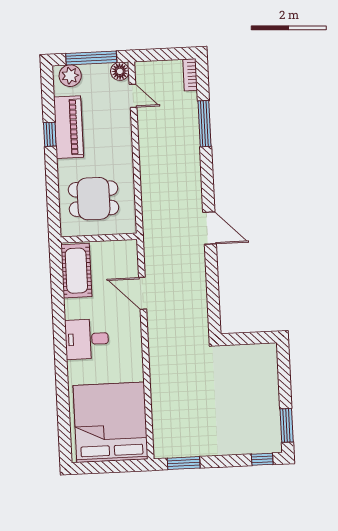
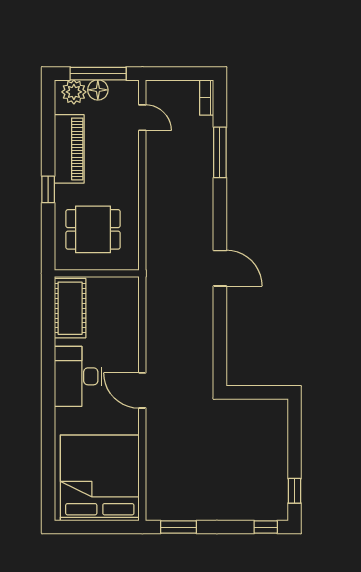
floor lamp: (120, 71) -> (98, 90), moved
window: (50, 134) -> (48, 189), moved
door: (143, 293) -> (142, 390), moved
desk: (87, 339) -> (78, 376), width x1.37
window: (287, 425) -> (295, 491), width x0.67

